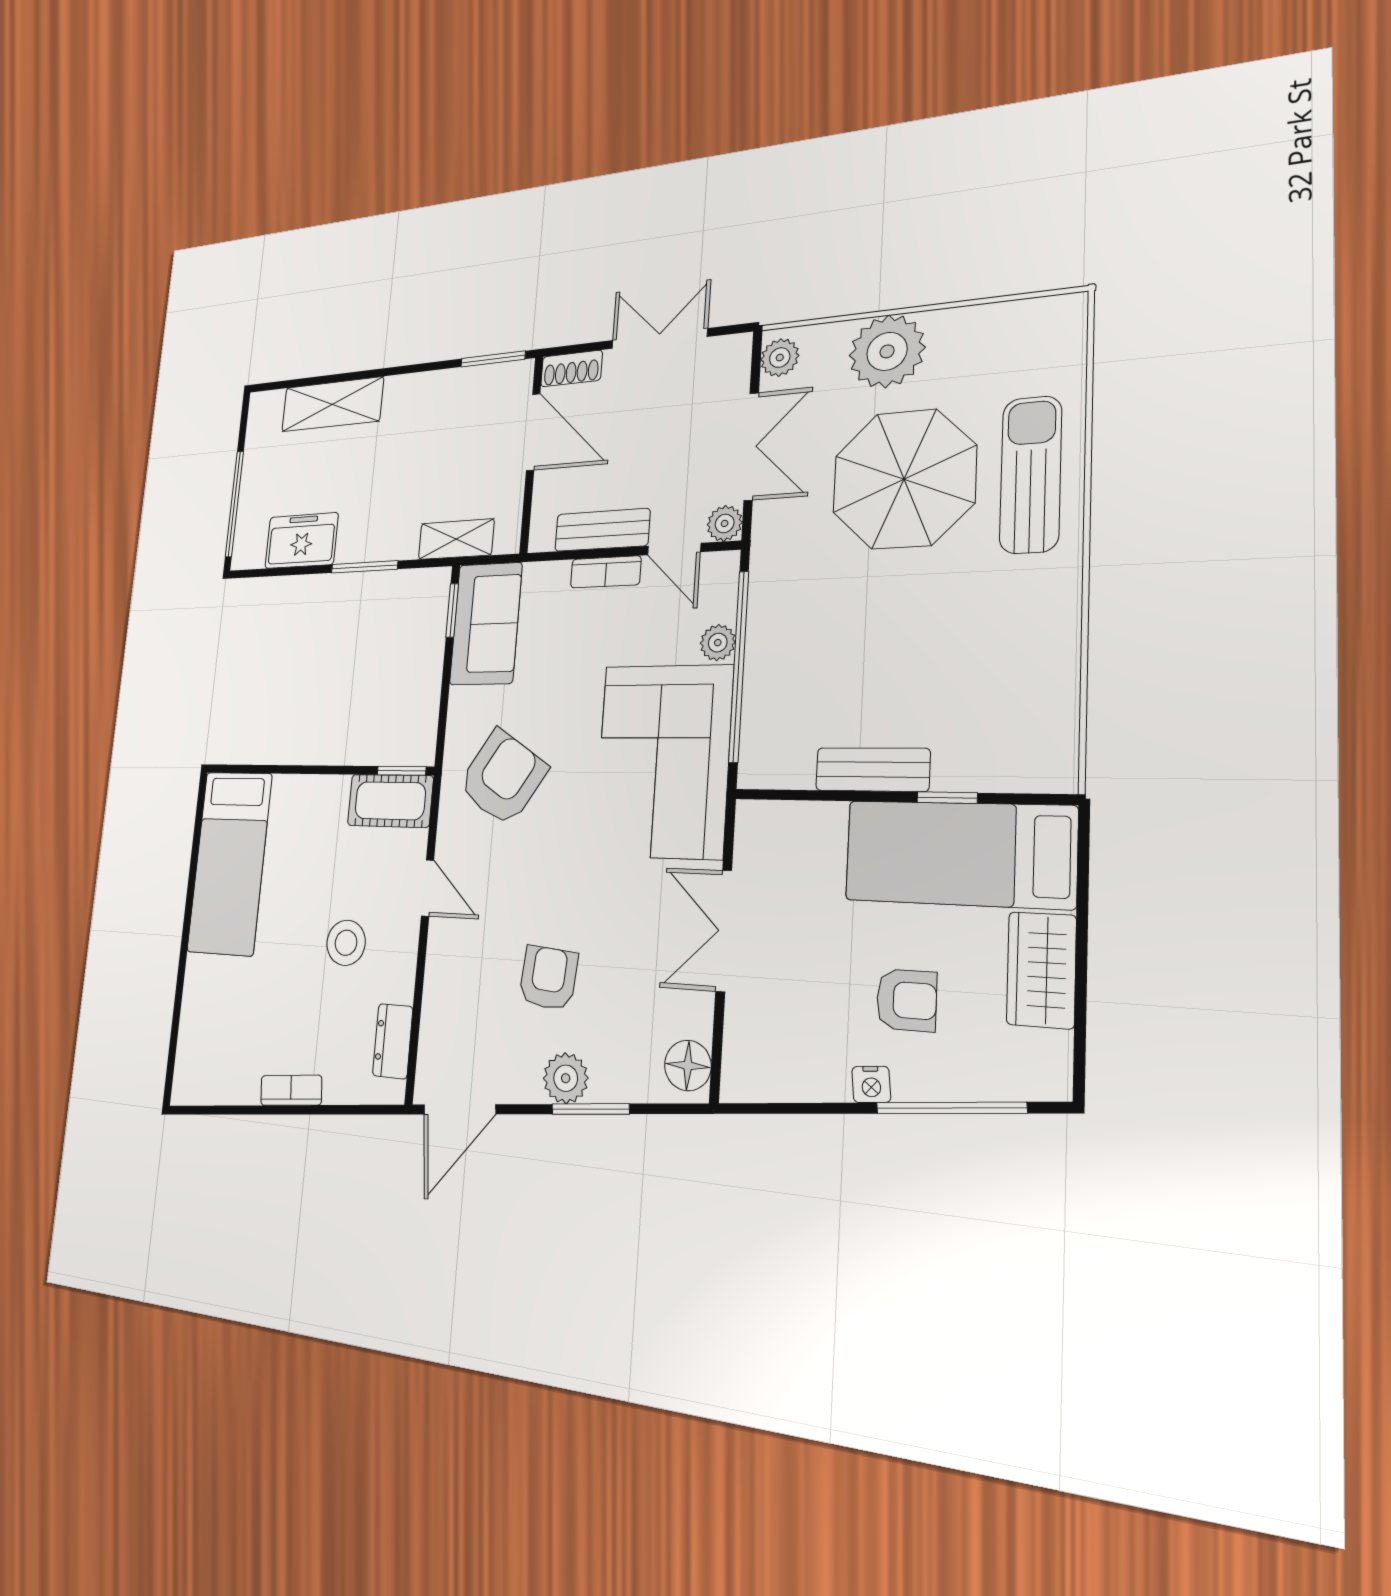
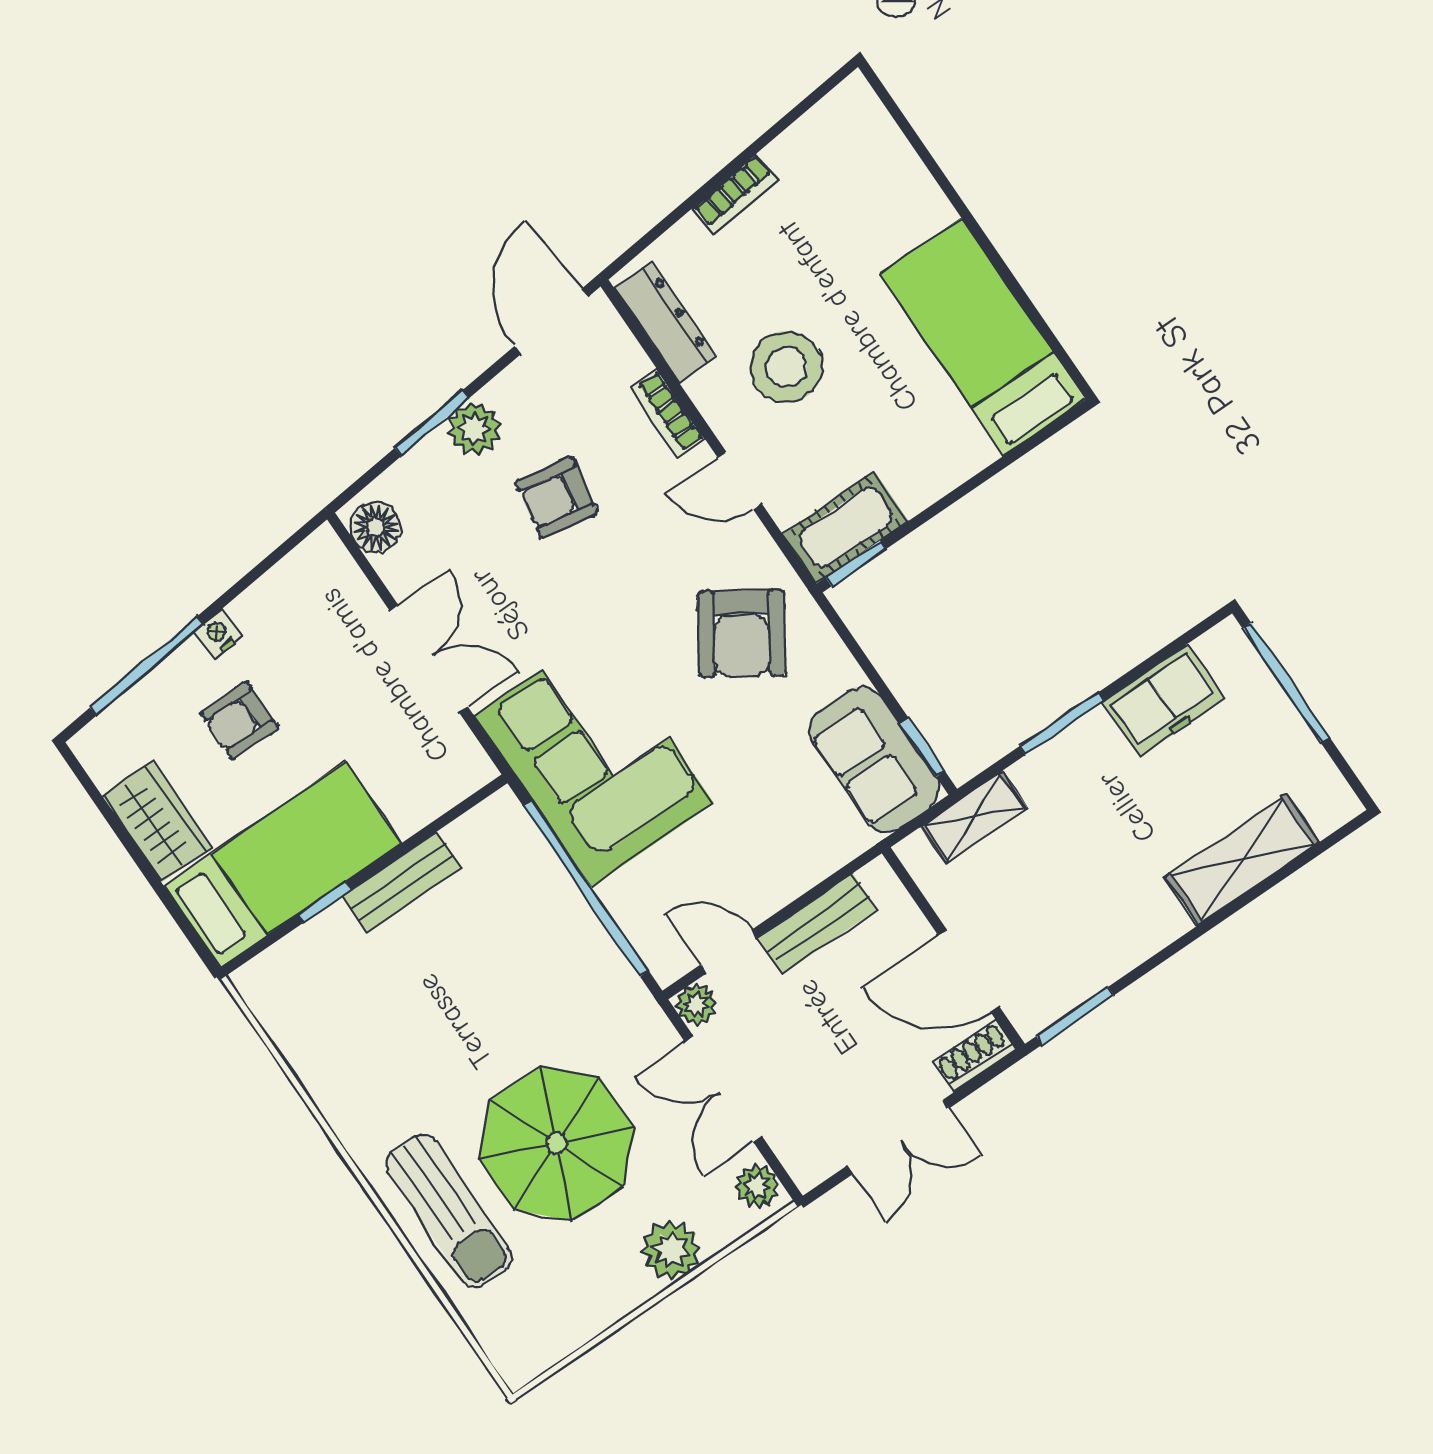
plant: (887, 351) -> (671, 1250), width x0.73, depth x0.73
bookcase: (606, 572) -> (667, 414), moved, turned -90
plant: (718, 643) -> (621, 896), removed
stool: (346, 943) -> (786, 367), width x1.38, depth x1.38
armchair: (548, 978) -> (556, 497), turned 95
dresser: (393, 1041) -> (665, 322), width x1.44

